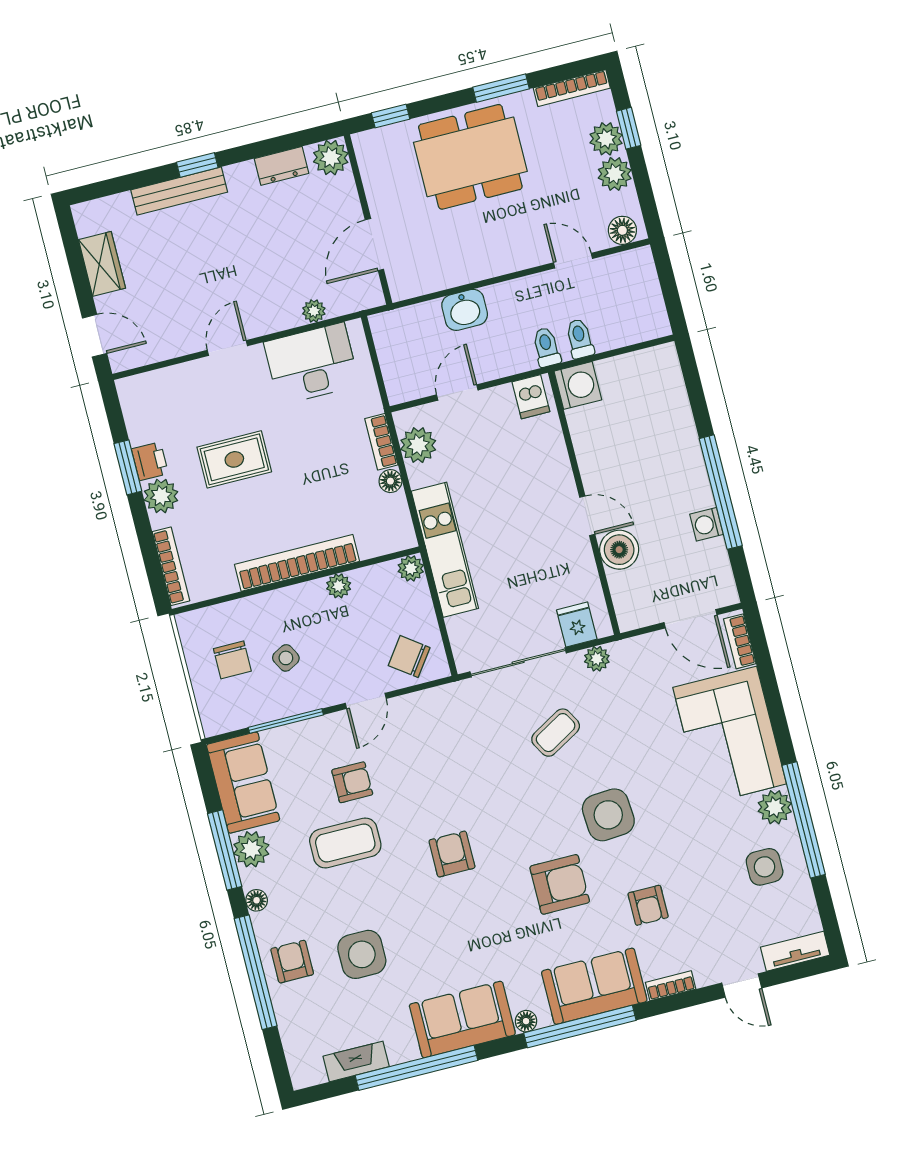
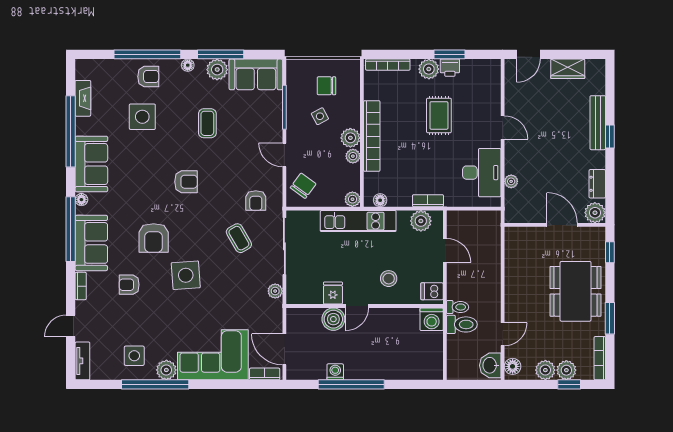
door: (374, 245) -> (562, 225), moved
washbasin: (465, 310) -> (490, 365), moved
toilet: (580, 339) -> (462, 324), width x1.37, depth x1.39
stool: (528, 474) -> (389, 279), added
floor lamp: (390, 481) -> (380, 200), moved
plant: (309, 598) -> (350, 138), added
door: (690, 619) -> (284, 349), hinge flipped
fridge: (577, 624) -> (333, 293), moved, turned -90
coffee table: (556, 733) -> (239, 238), moved
armchair: (352, 782) -> (256, 200), moved
coffee table: (345, 843) -> (207, 123), width x0.73, depth x0.77

